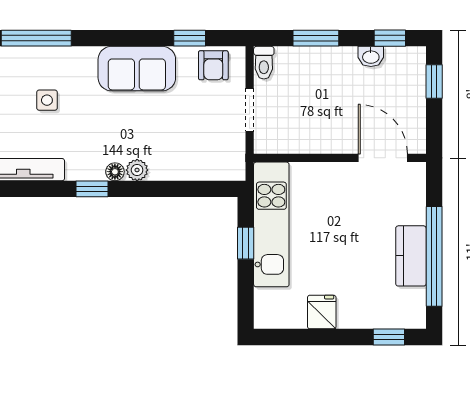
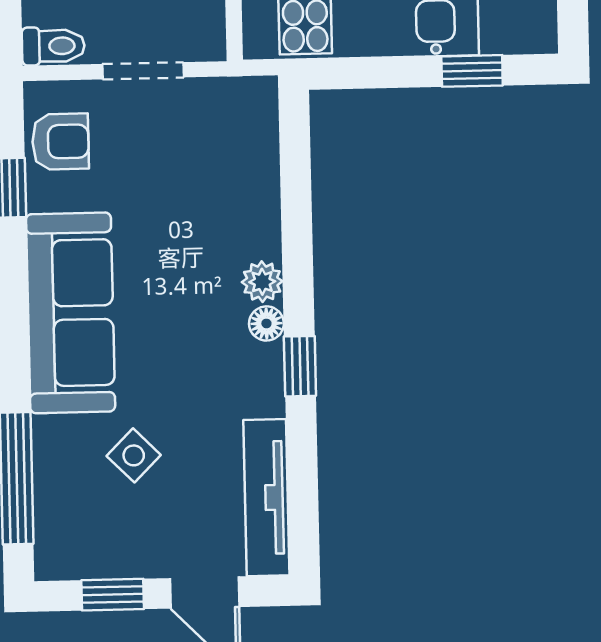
sofa: (137, 69) -> (71, 313), width x1.36
side table: (47, 100) -> (134, 455), turned 45
window: (246, 243) -> (472, 71), moved

